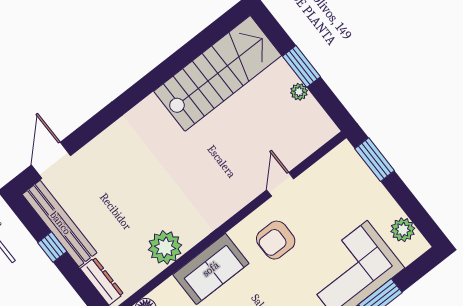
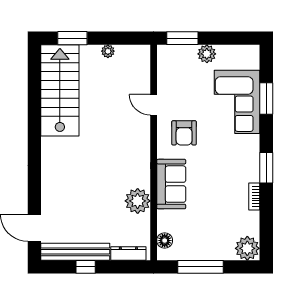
window: (301, 66) -> (72, 38), moved
plant: (403, 230) -> (207, 54), moved

